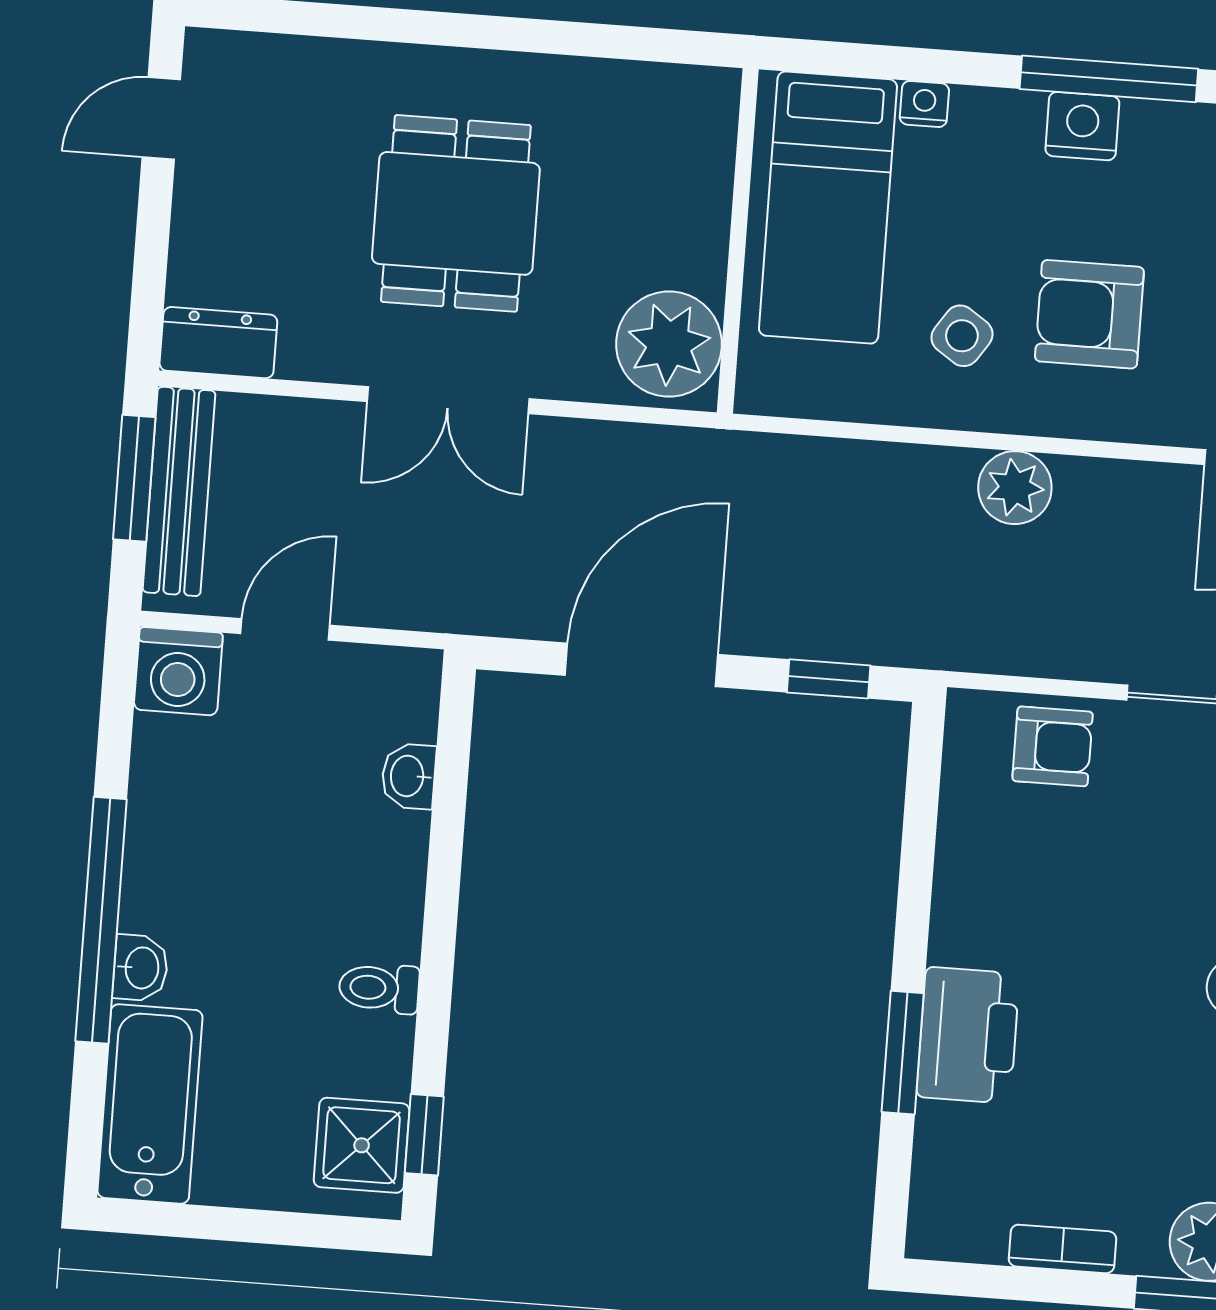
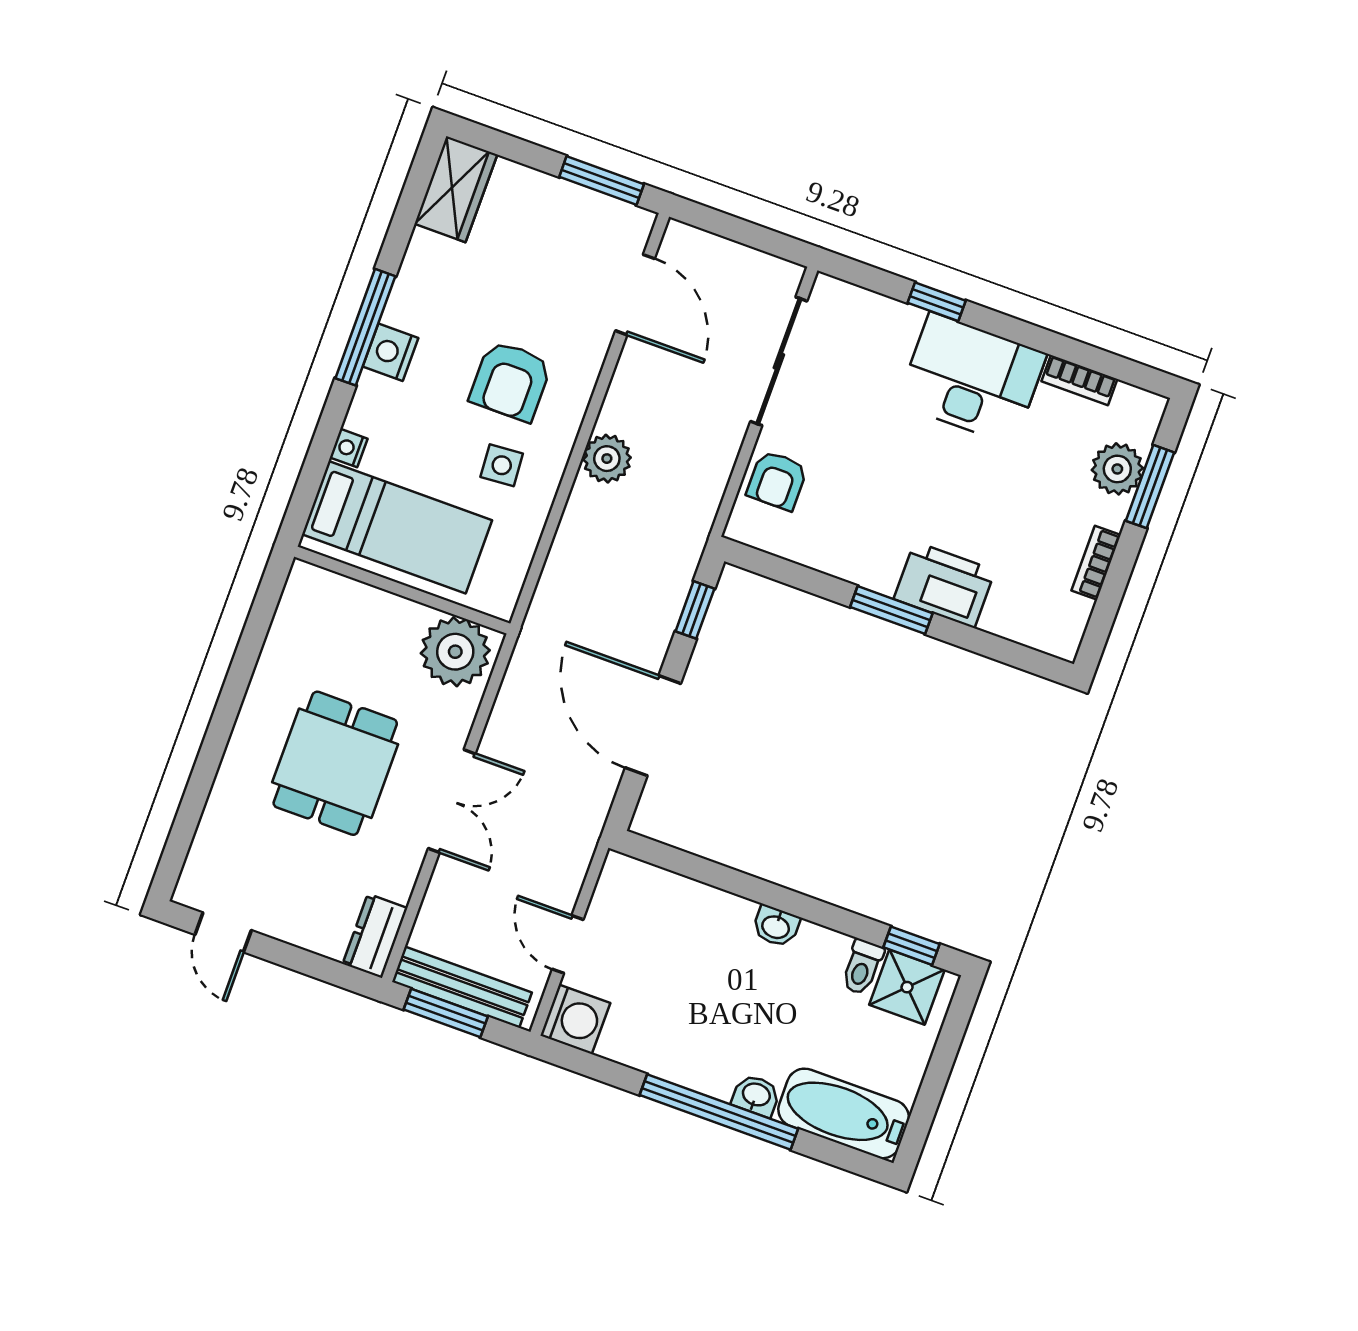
dining table: (456, 213) -> (335, 763), turned 90
side table: (962, 336) -> (502, 465), turned -38
armchair: (1053, 746) -> (777, 480), turned 180
washbasin: (409, 776) -> (776, 926), moved
toilet: (379, 988) -> (862, 967), moved
window: (903, 1053) -> (891, 610), moved

